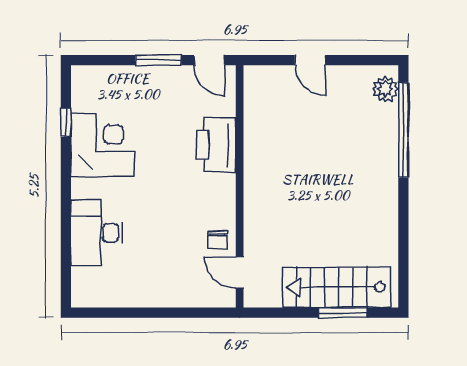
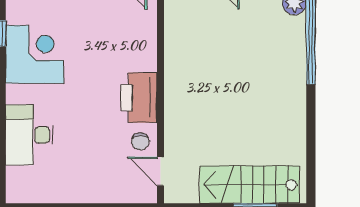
printer: (216, 145) -> (139, 98), moved

